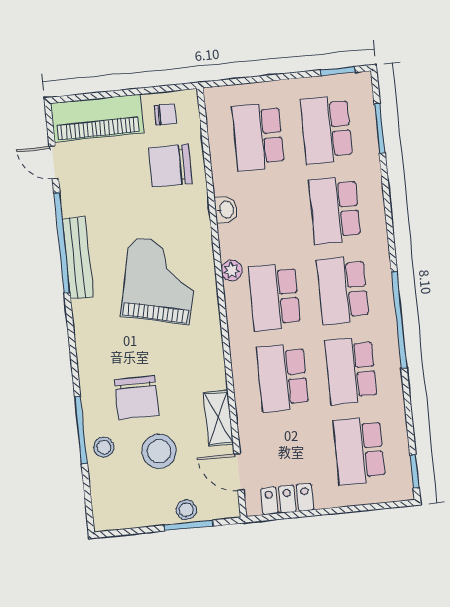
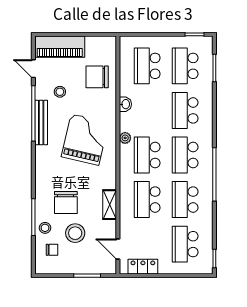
chair: (166, 114) -> (52, 250), moved
shelving: (218, 418) -> (110, 205), moved
stool: (186, 510) -> (60, 92), moved

